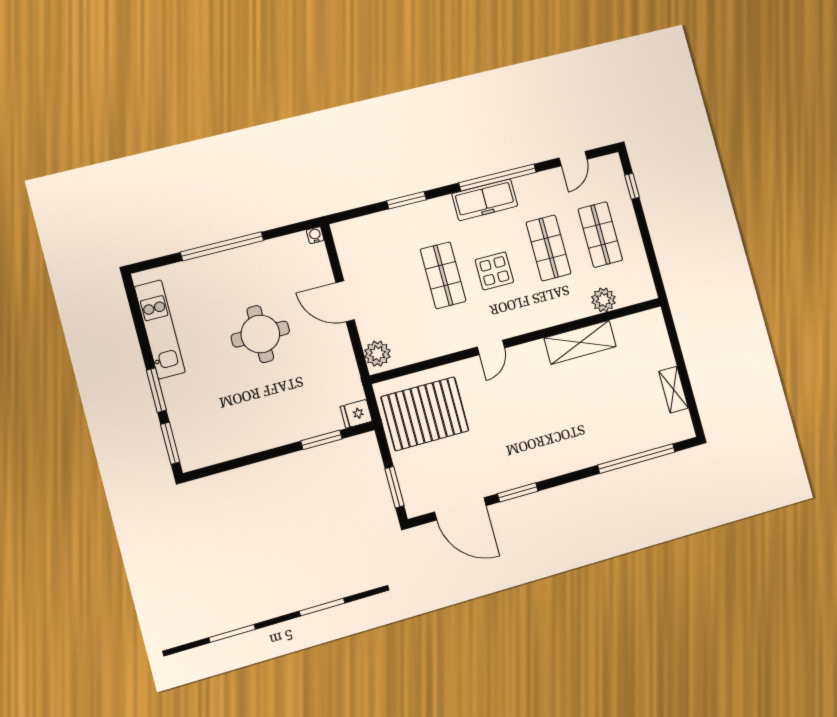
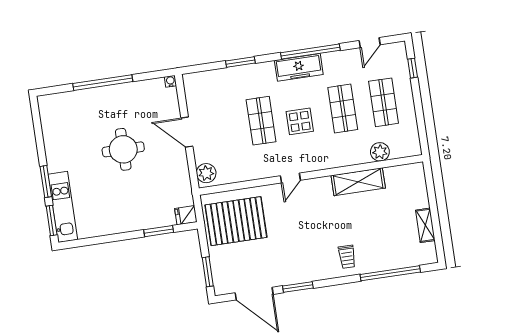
kitchen unit: (160, 330) -> (63, 207), moved
trolley: (578, 444) -> (347, 257), added

